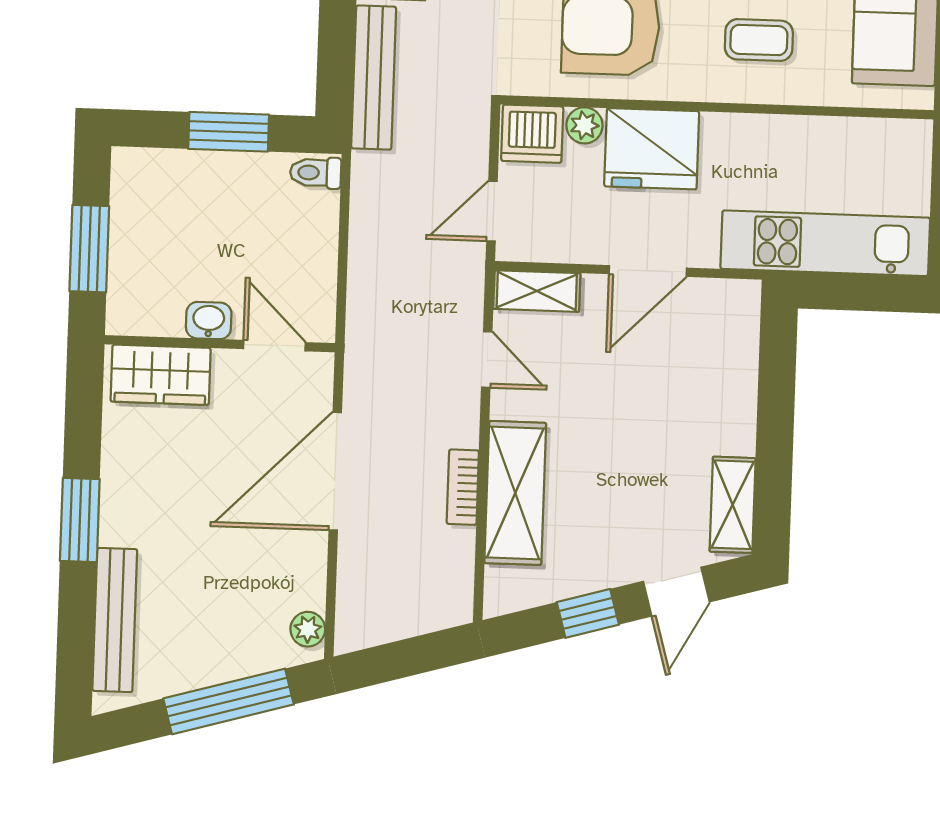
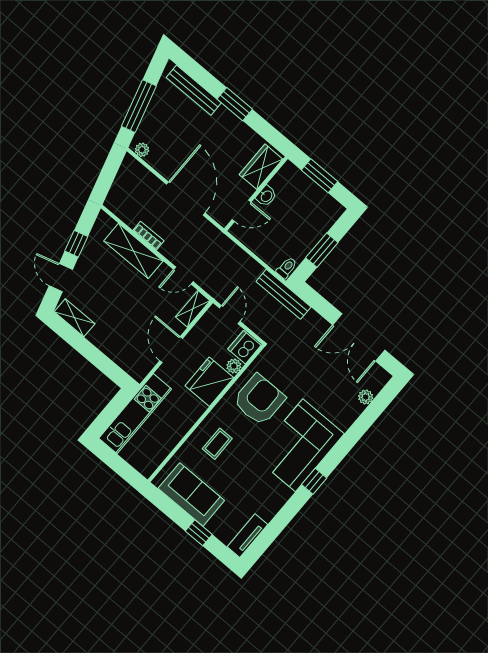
bench: (374, 78) -> (283, 294), moved

